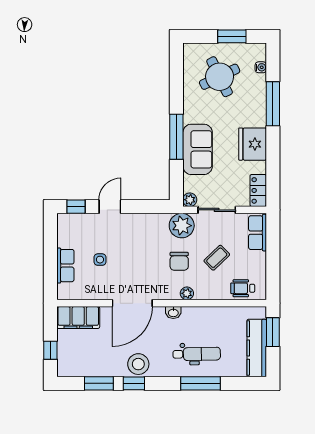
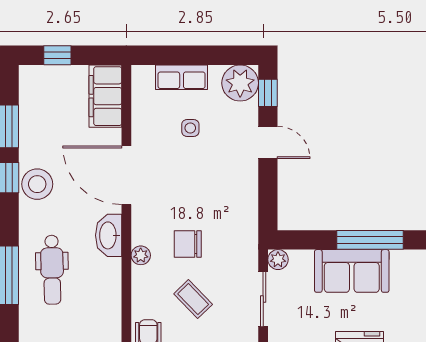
plant: (182, 226) -> (240, 83), moved
washbasin: (173, 313) -> (109, 235), width x1.91, depth x1.45

